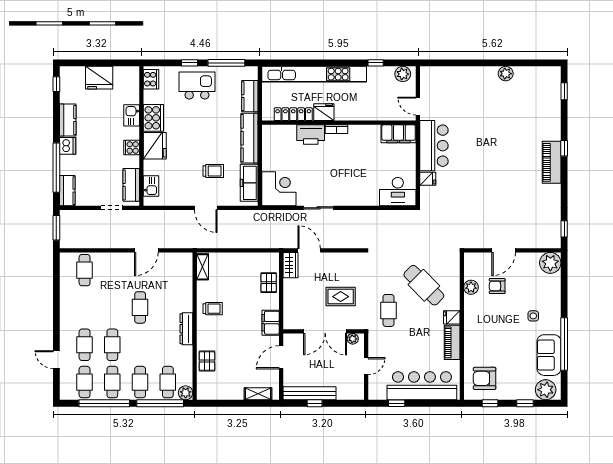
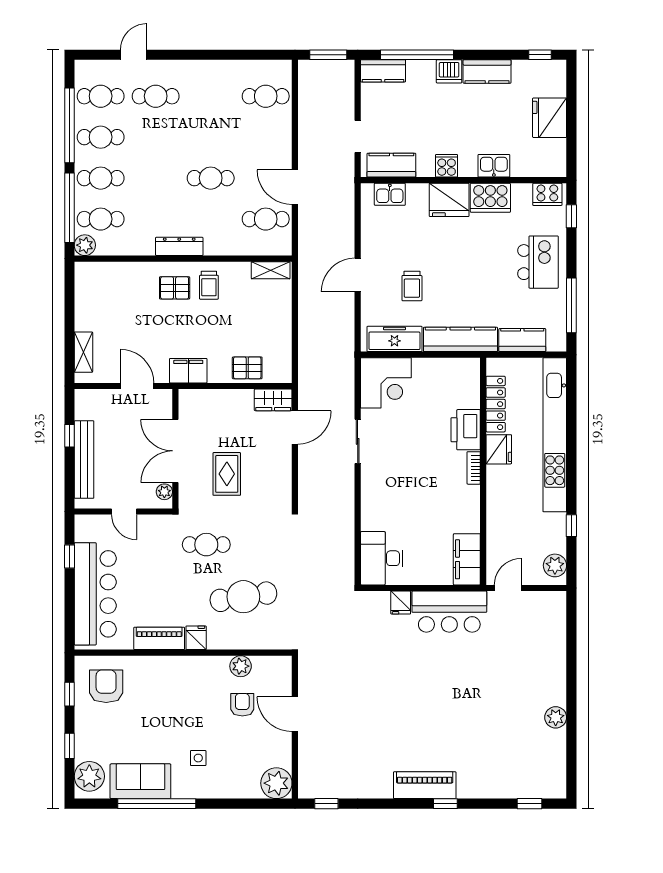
window: (189, 63) -> (571, 216), moved
cafe table: (424, 285) -> (243, 597), turned 36
cafe table: (112, 345) -> (266, 219), moved
pallet: (207, 361) -> (175, 288), moved
bench: (309, 393) -> (84, 460), moved

